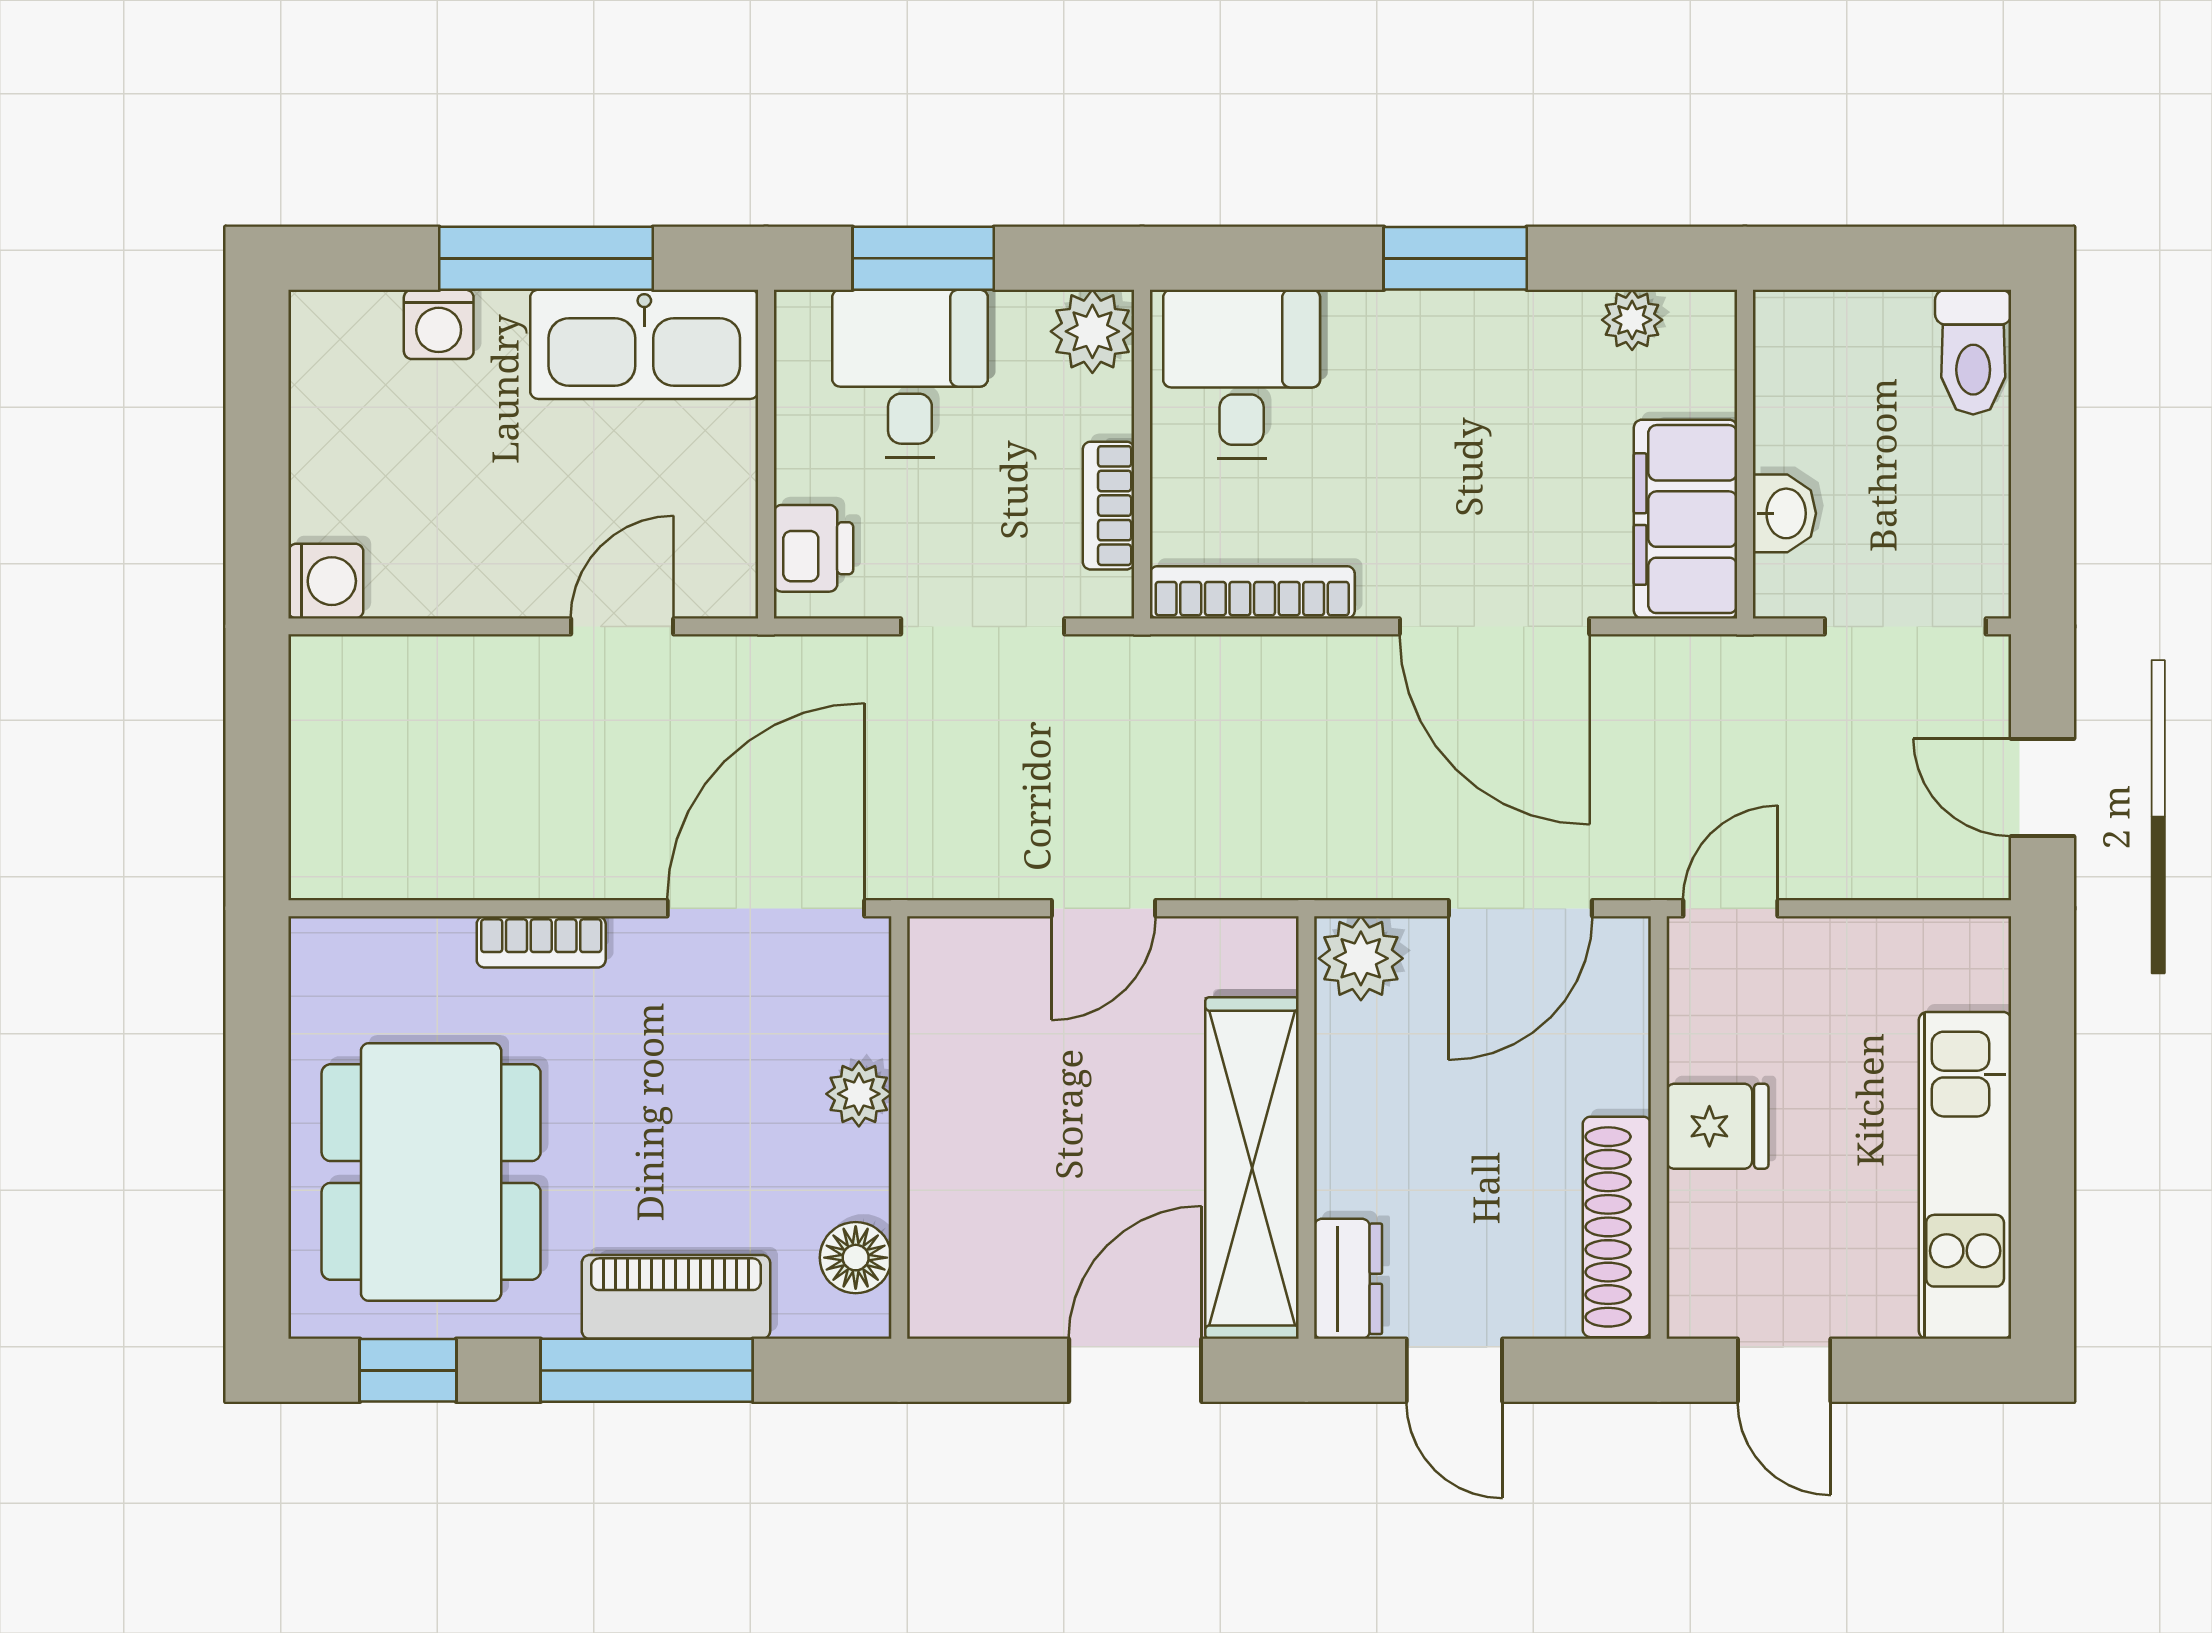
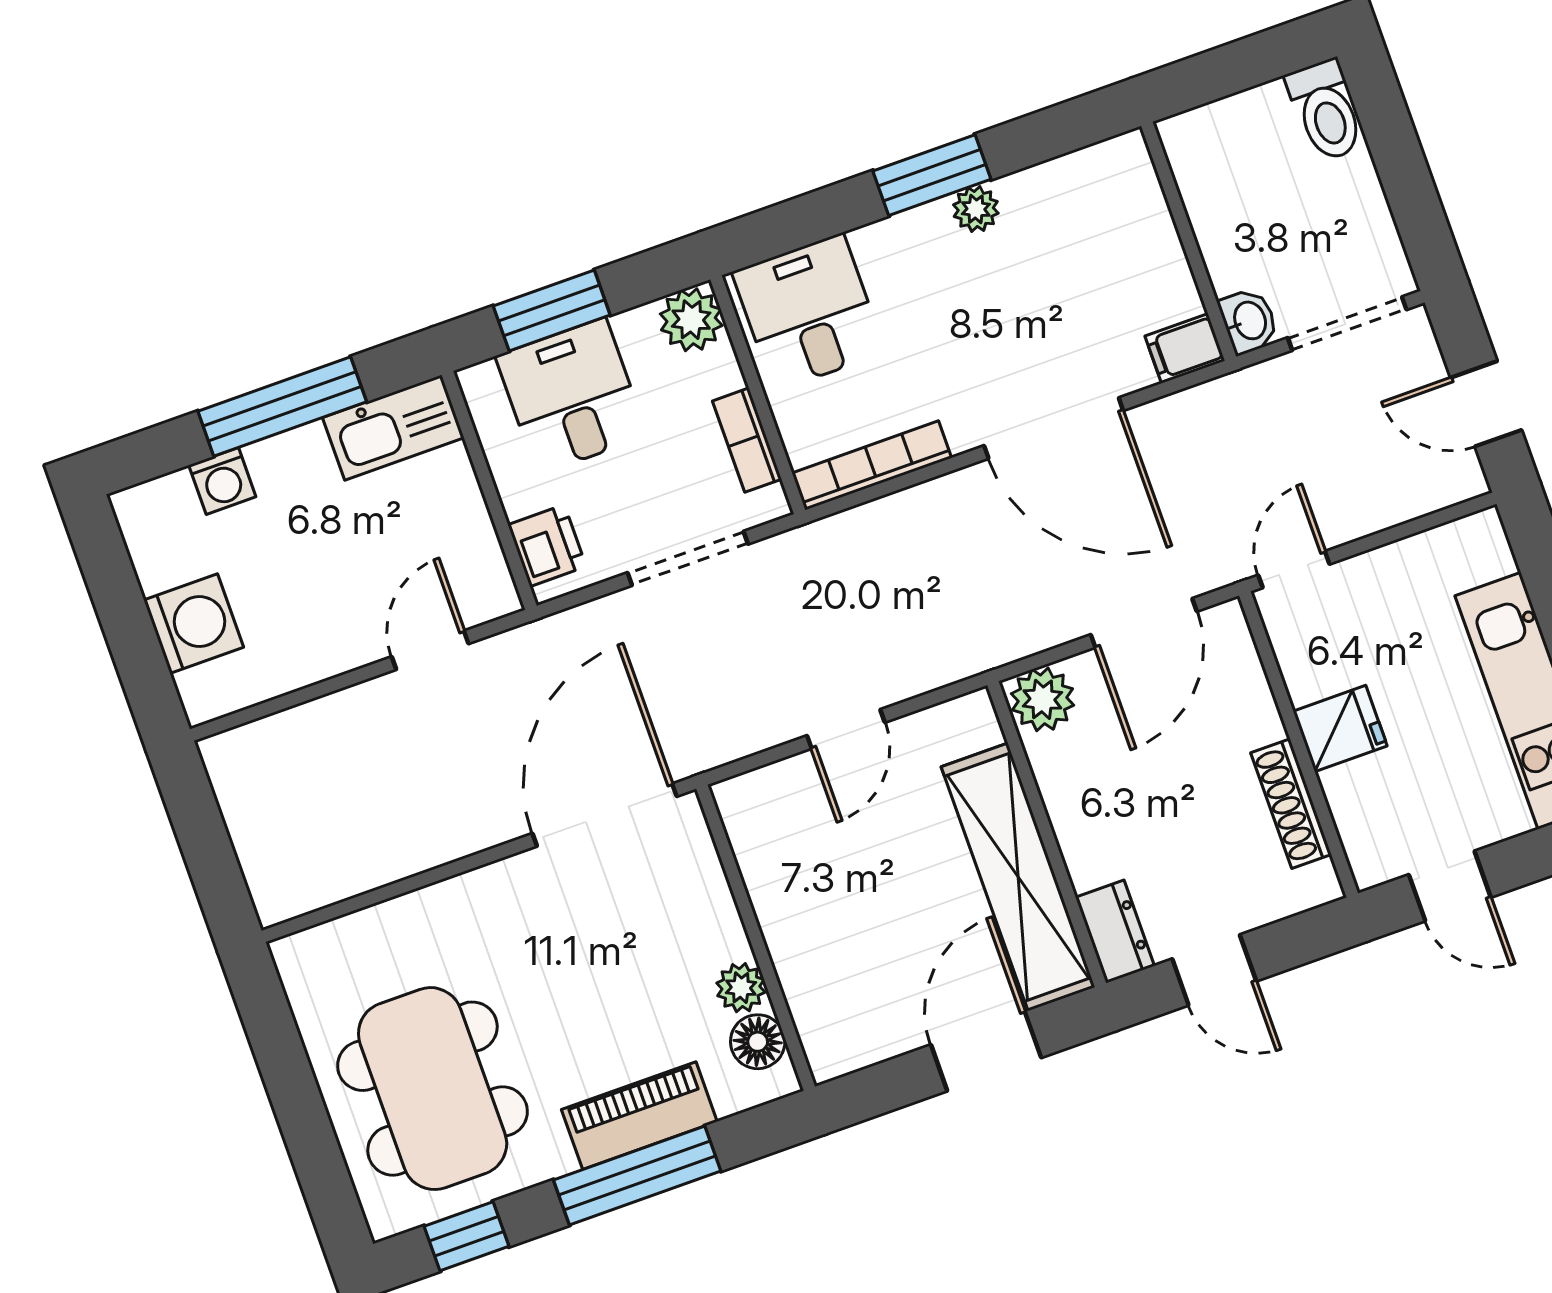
plant: (1632, 320) -> (976, 209), moved
kitchen sink: (644, 344) -> (393, 428), width x0.73, depth x0.81
washbasin: (1784, 513) -> (1249, 321), moved
filing cabinet: (1686, 519) -> (1185, 348), width x0.33, depth x0.86
washing machine: (326, 581) -> (194, 624), moved, width x1.38, depth x1.38
bookcase: (541, 942) -> (453, 896), removed
plant: (859, 1094) -> (741, 988), moved
shoe rack: (1617, 1227) -> (1291, 804), width x0.74, depth x0.81

